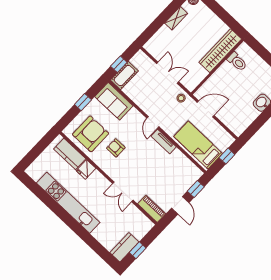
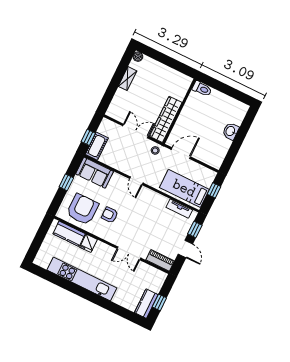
wardrobe: (220, 51) -> (166, 119), moved
toilet: (237, 62) -> (202, 89), moved
tv unit: (164, 142) -> (179, 209), moved

